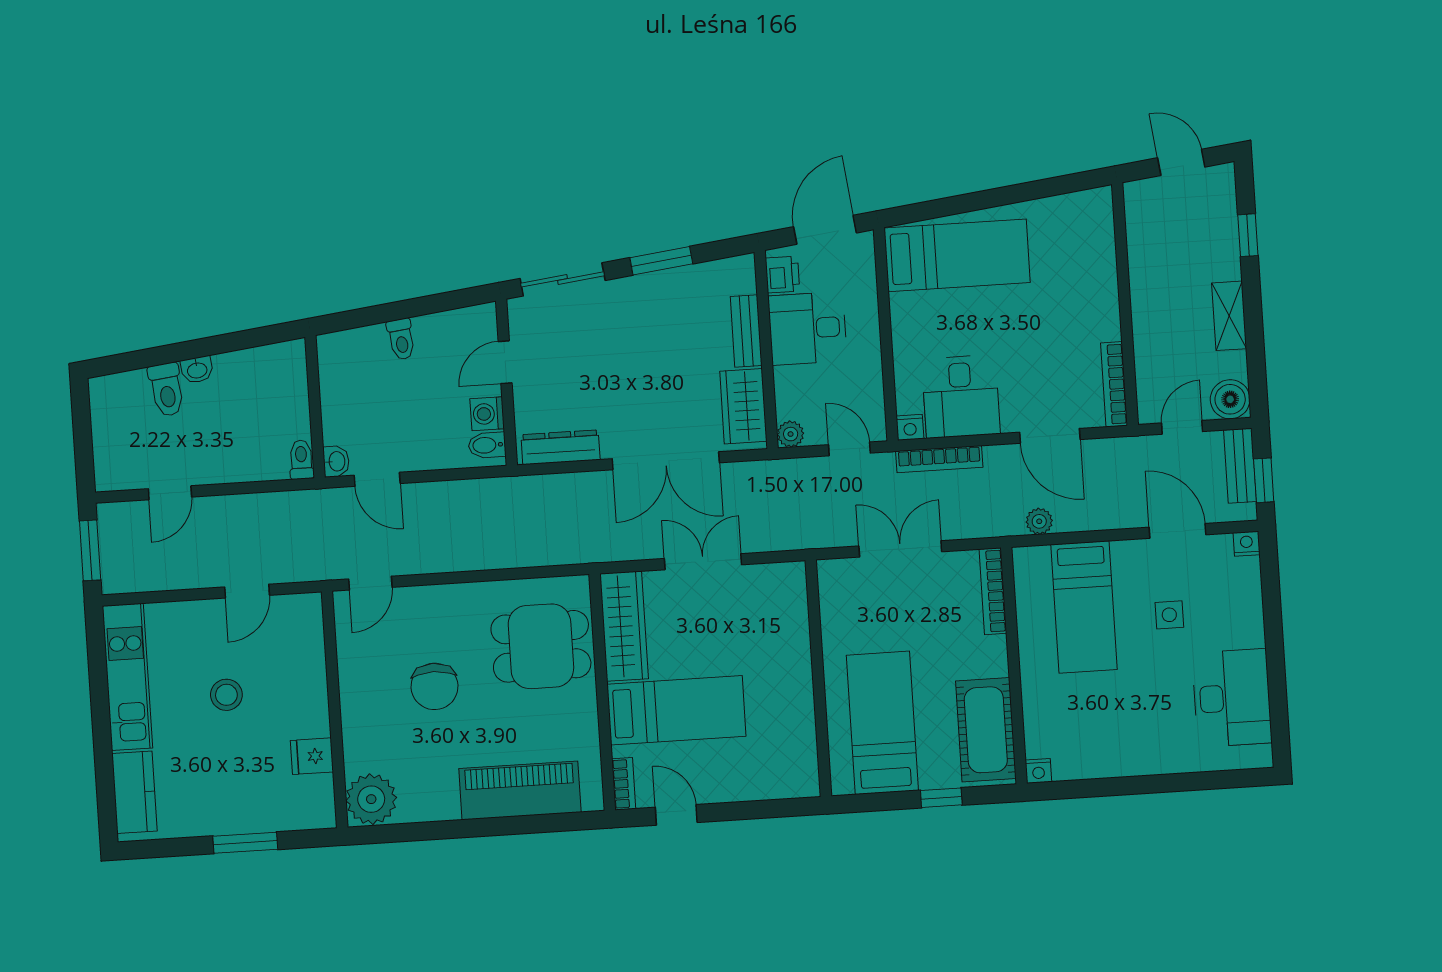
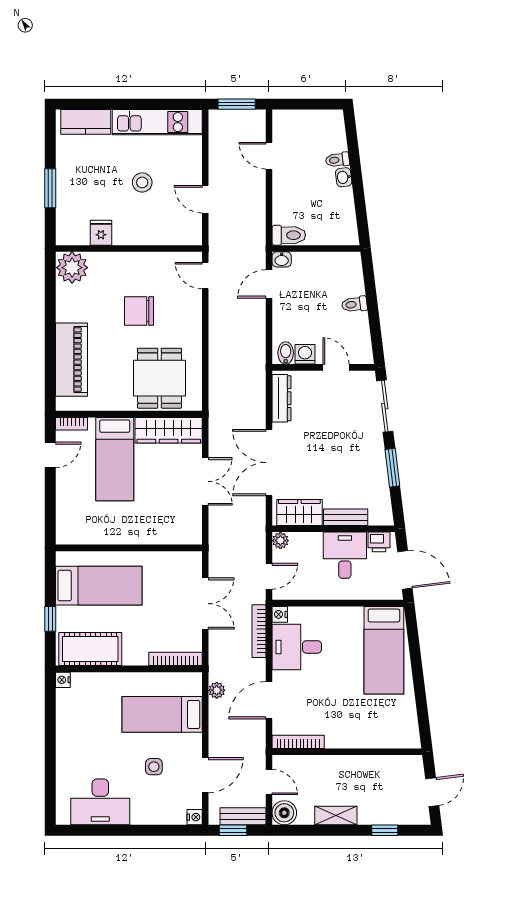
toilet: (167, 390) -> (337, 160), width x0.73, depth x0.72
toilet: (301, 460) -> (289, 235), width x1.37, depth x1.39

